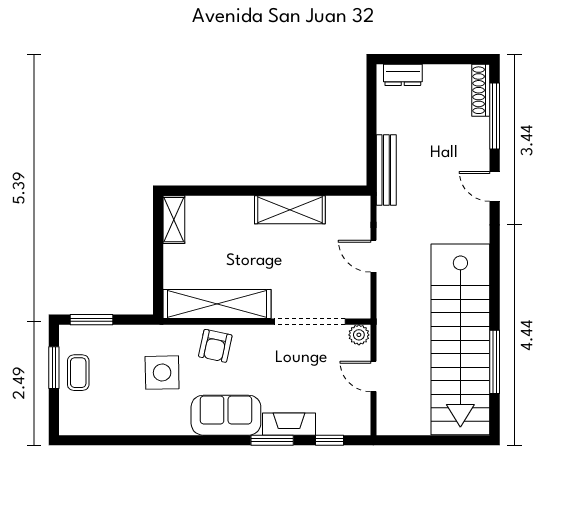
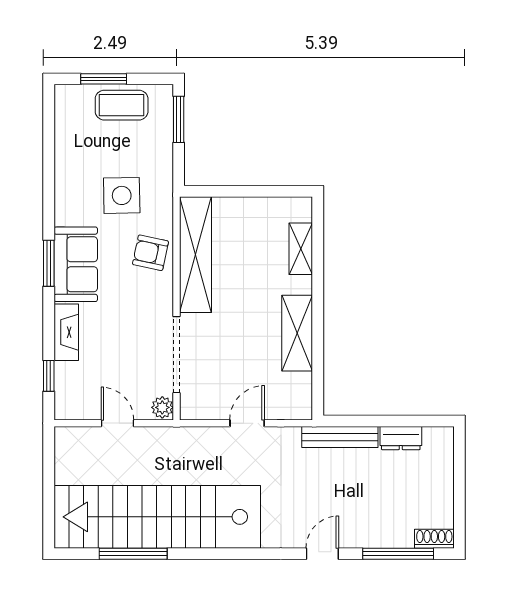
dresser: (403, 75) -> (401, 438), moved, turned -90
shoe rack: (481, 90) -> (434, 539), width x0.70
shelving: (174, 220) -> (301, 249), moved, turned 90
window: (54, 368) -> (104, 79), moved
coffee table: (78, 373) -> (122, 105), width x1.36, depth x1.30
door: (373, 376) -> (117, 423), hinge flipped
window: (272, 440) -> (49, 263), moved

